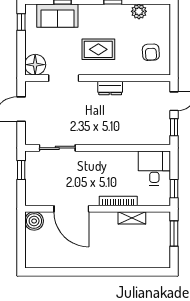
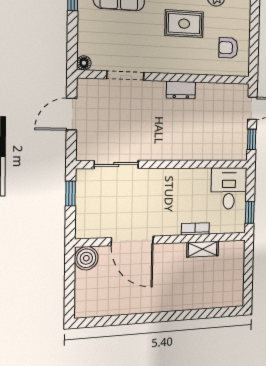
rug: (98, 49) -> (184, 24), moved
armchair: (151, 52) -> (228, 48), turned 93
floor lamp: (35, 65) -> (84, 63), width x0.53, depth x0.53
bookcase: (118, 201) -> (195, 229), width x0.64
window: (174, 233) -> (248, 265), removed

